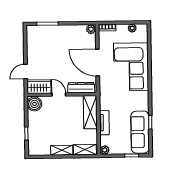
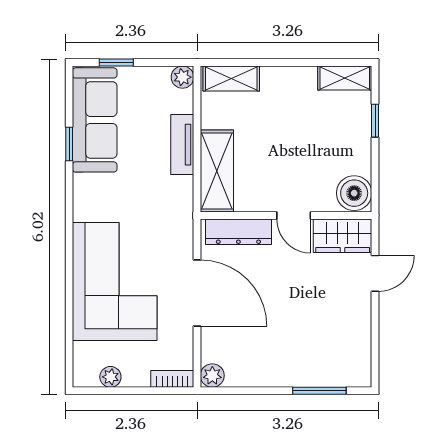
shelving: (62, 150) -> (345, 78), moved

